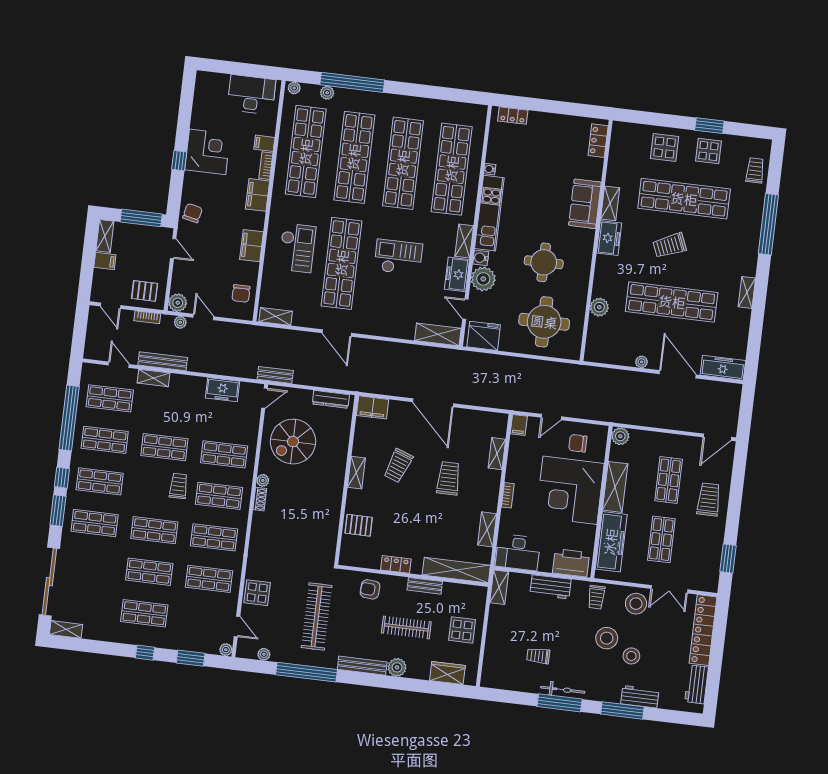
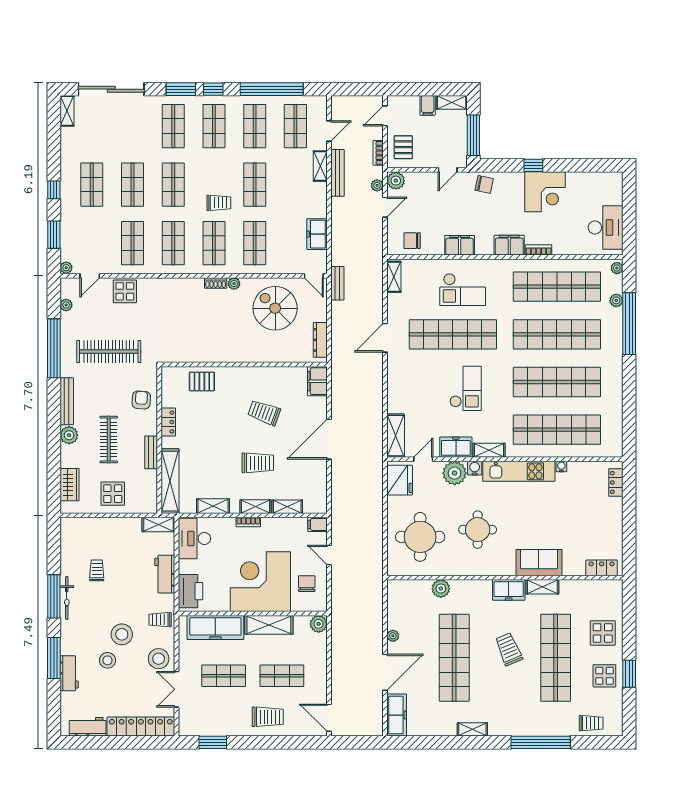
filing cabinet: (264, 143) -> (560, 246), removed
shelving: (356, 473) -> (256, 507), moved
pallet: (359, 525) -> (202, 381), turned 90

